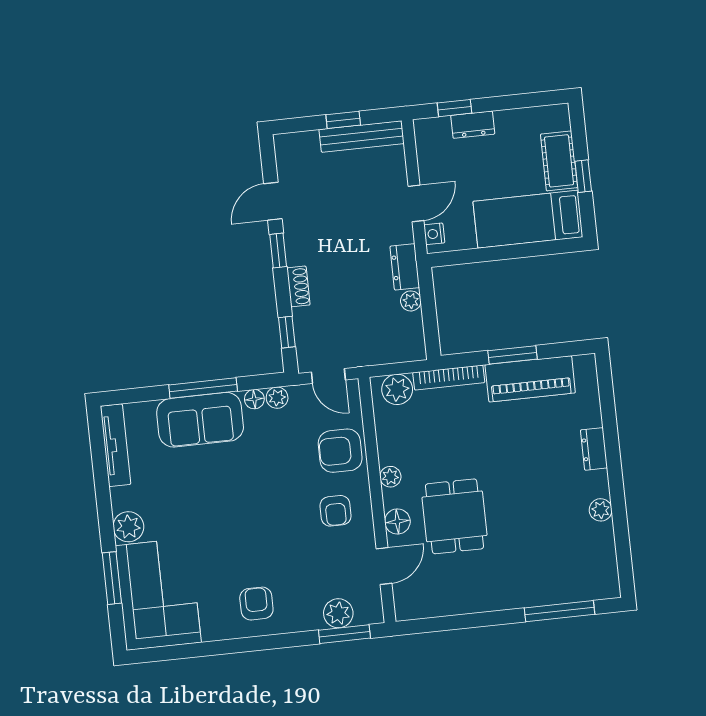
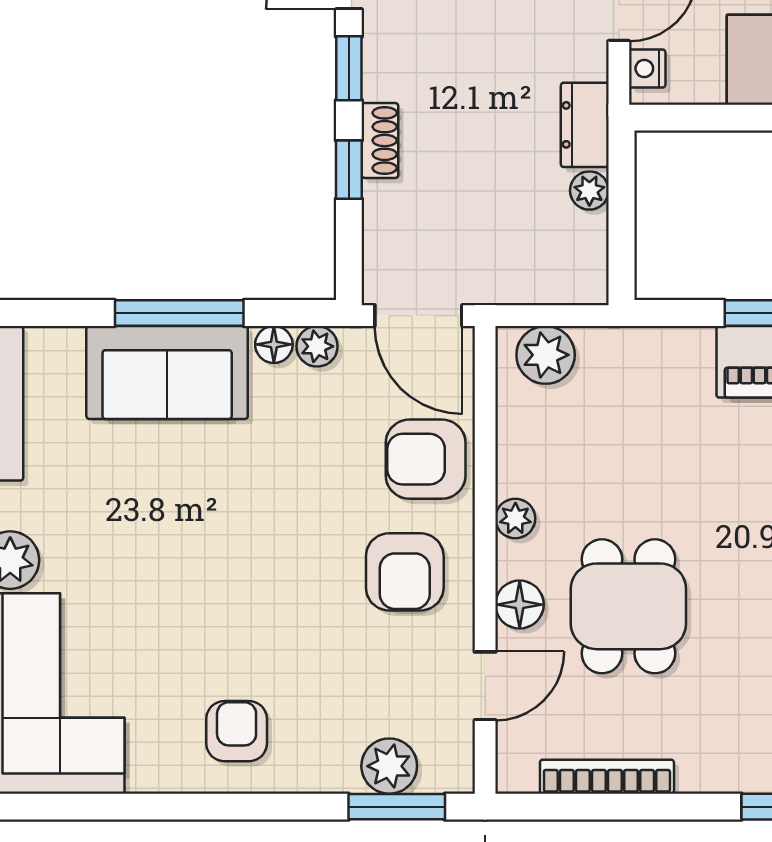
window: (287, 332) -> (349, 170), moved
door: (328, 376) -> (418, 316), width x1.38
bookcase: (449, 378) -> (607, 777), moved, turned 180
armchair: (336, 511) -> (405, 572), width x1.38, depth x1.38

